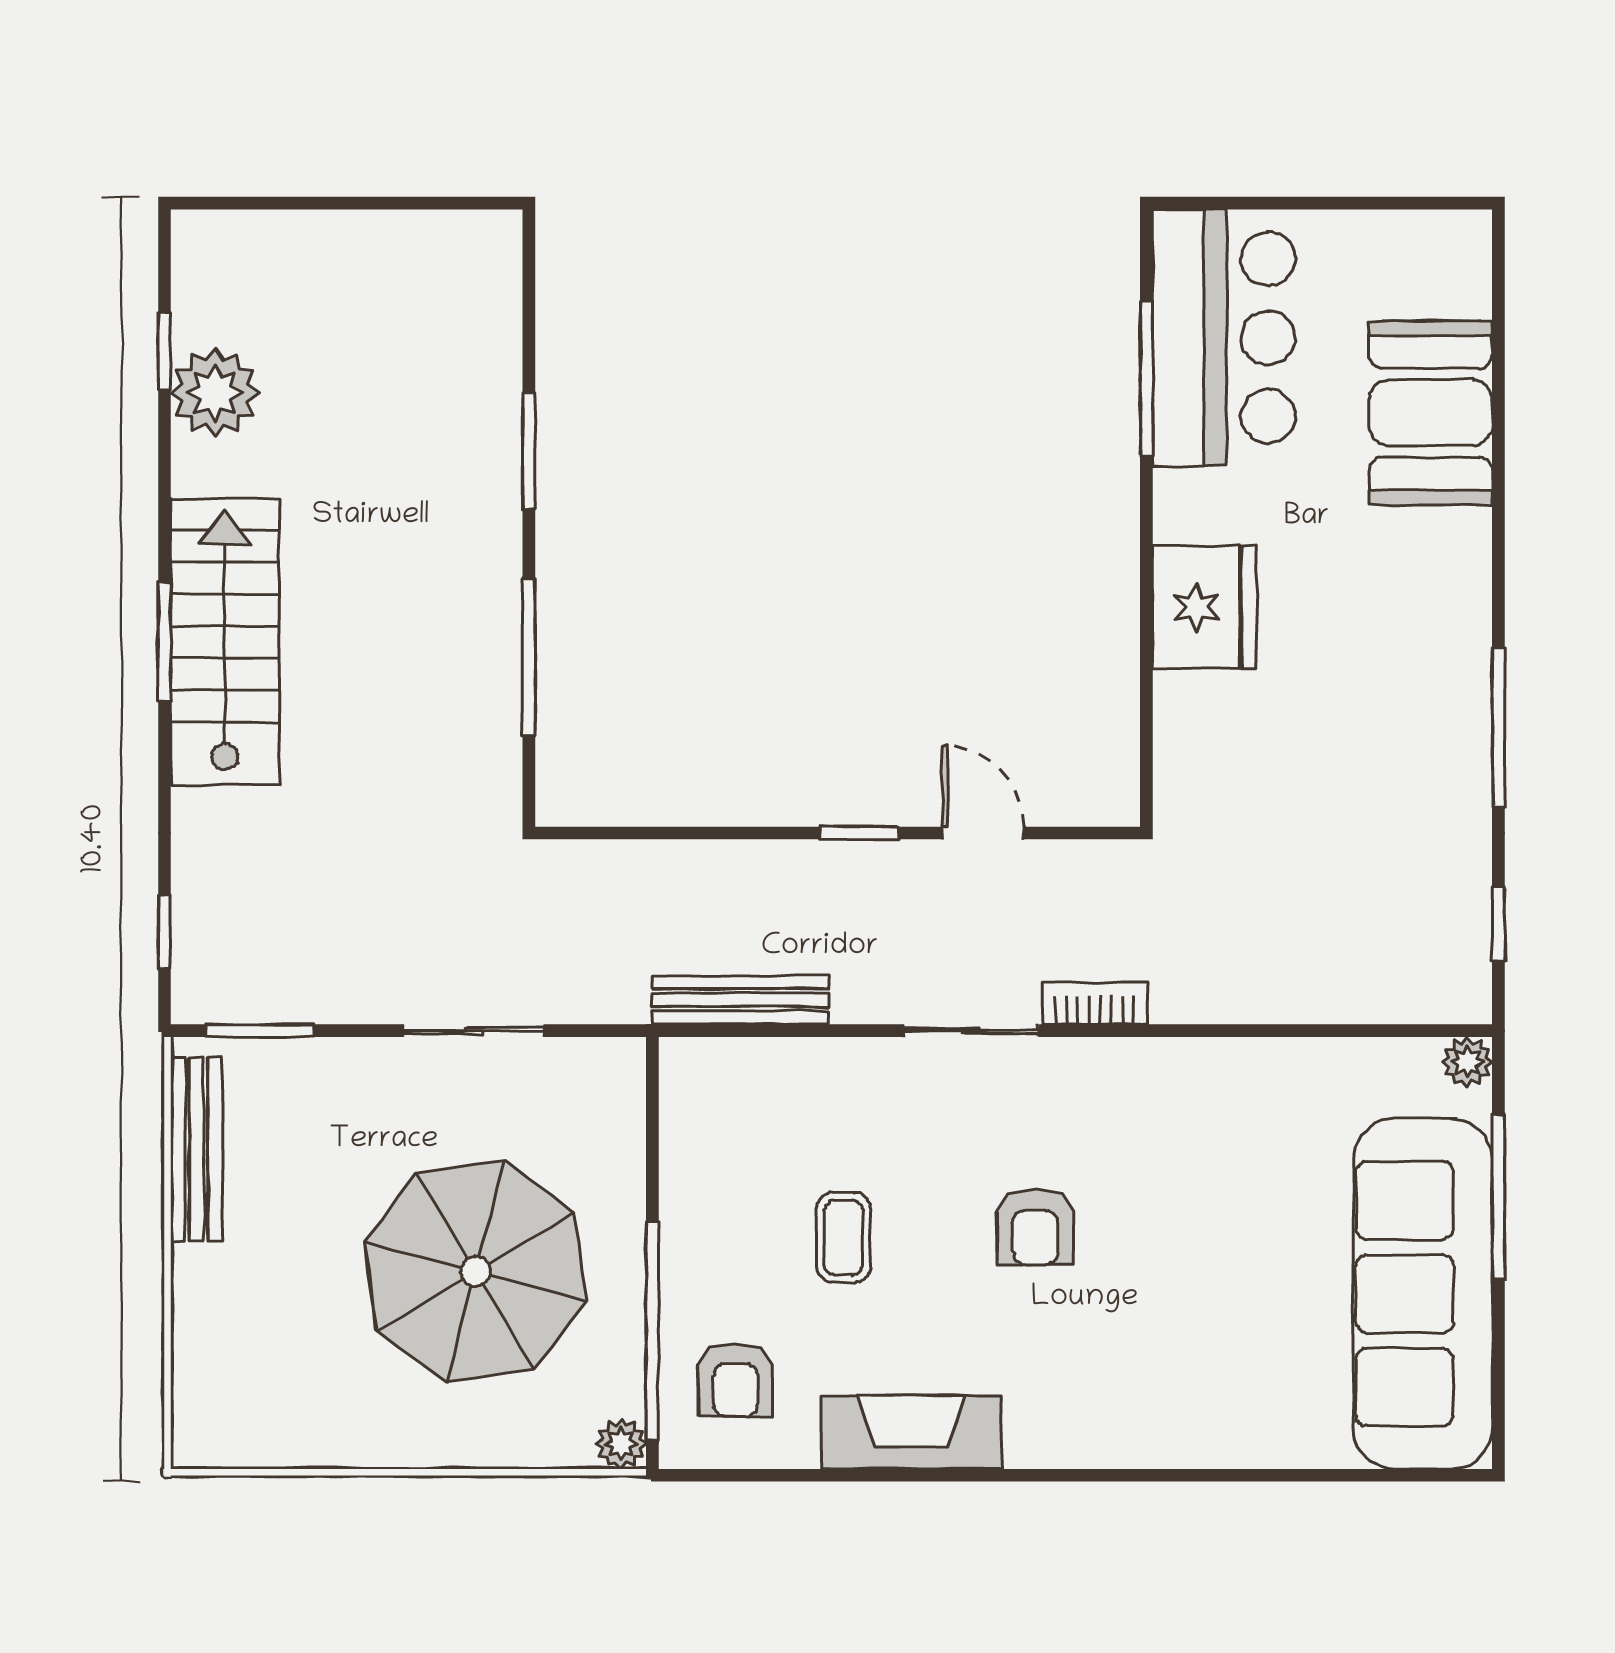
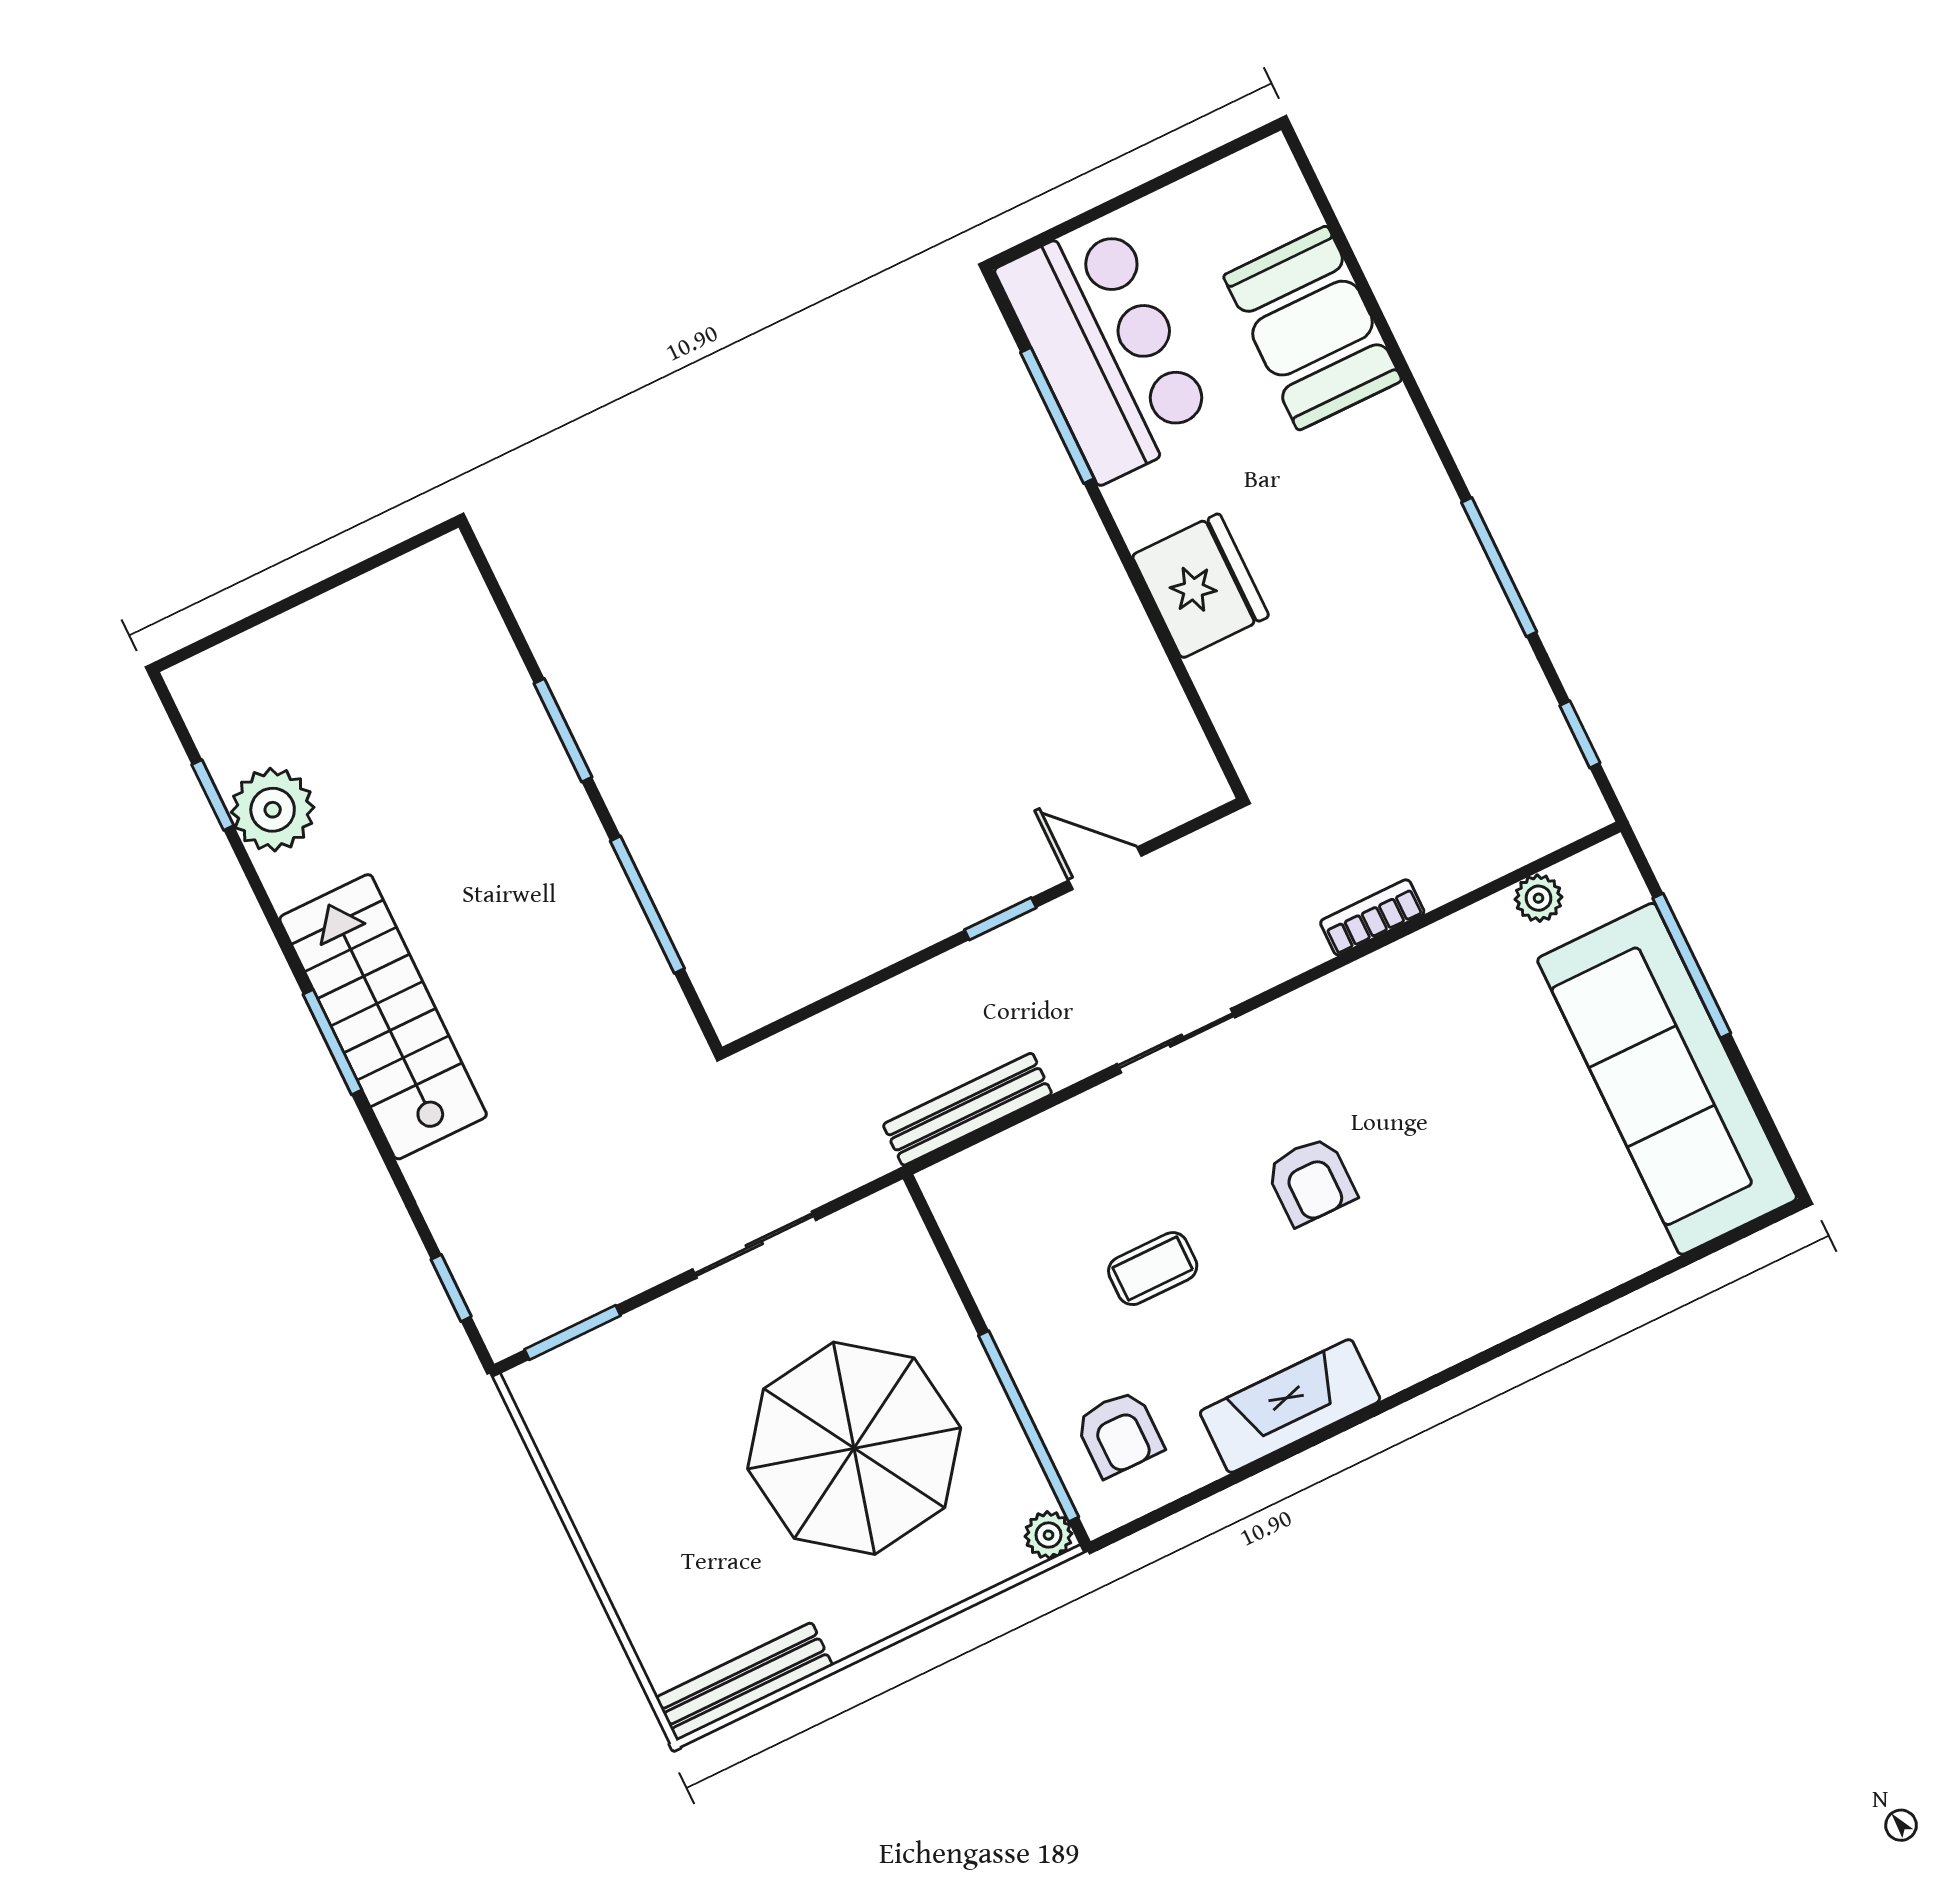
bookcase: (1095, 1003) -> (1372, 917), moved
plant: (1467, 1062) -> (1538, 898), moved
bench: (196, 1149) -> (744, 1681), moved, turned 90
coffee table: (844, 1238) -> (1153, 1269), turned 90

